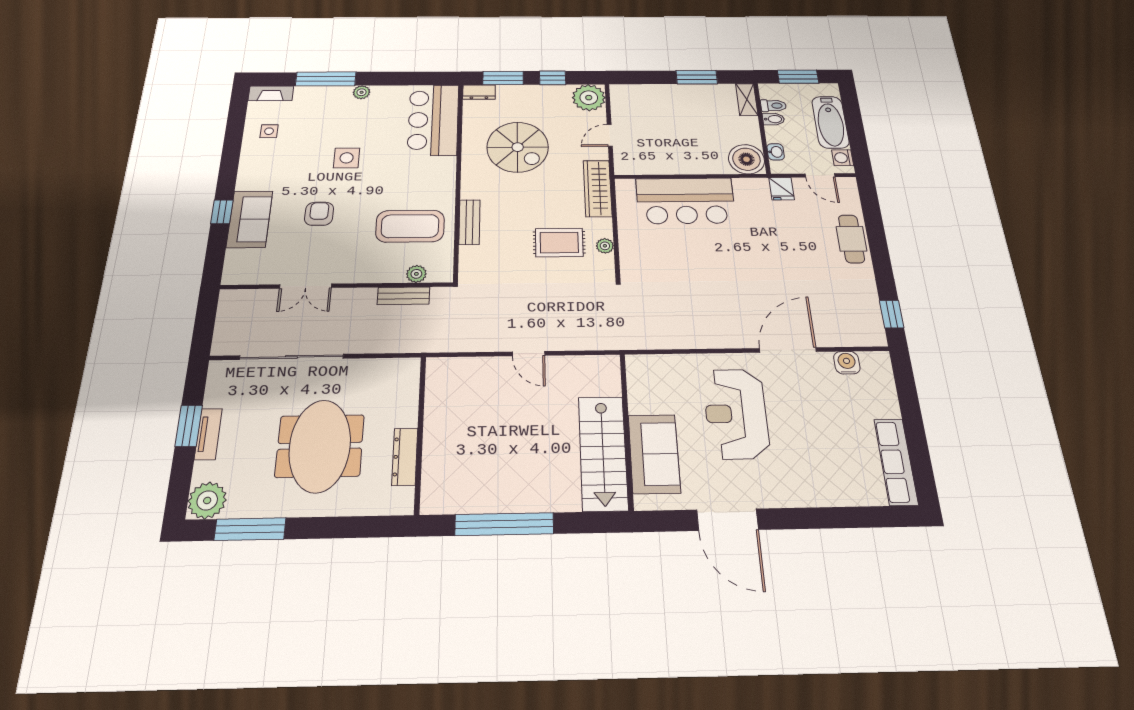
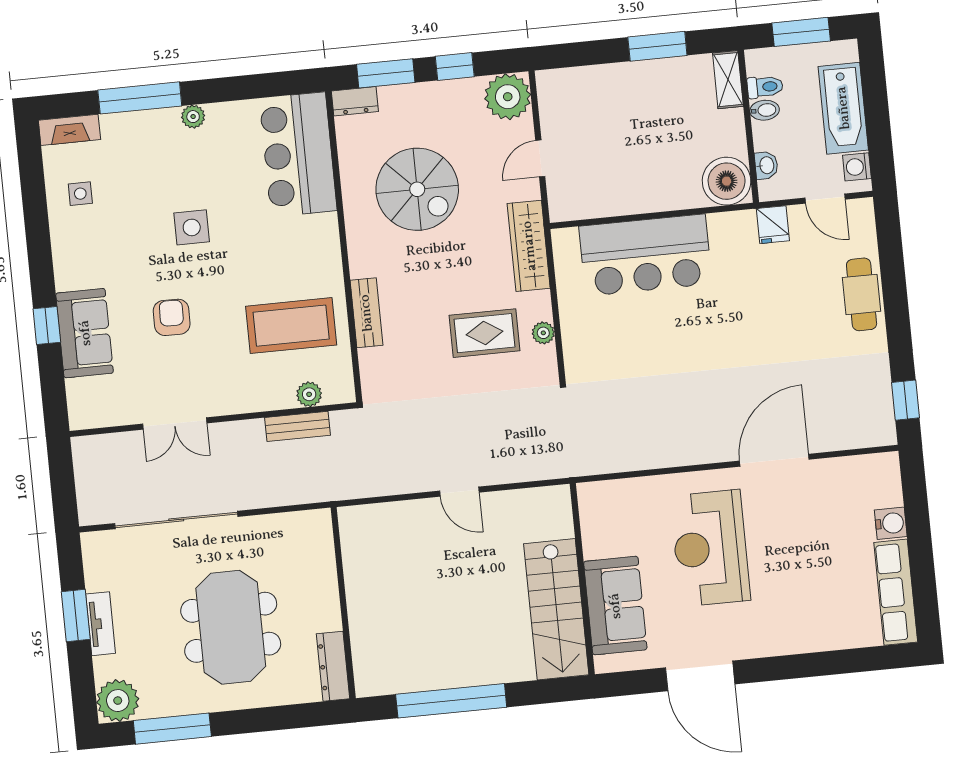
water cooler: (847, 363) -> (891, 523), moved, turned 90
dresser: (405, 457) -> (333, 666), moved

